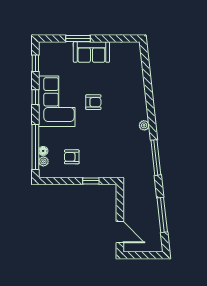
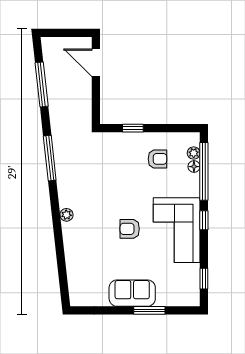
window: (35, 97) -> (204, 220), moved
plant: (144, 125) -> (67, 215), moved

